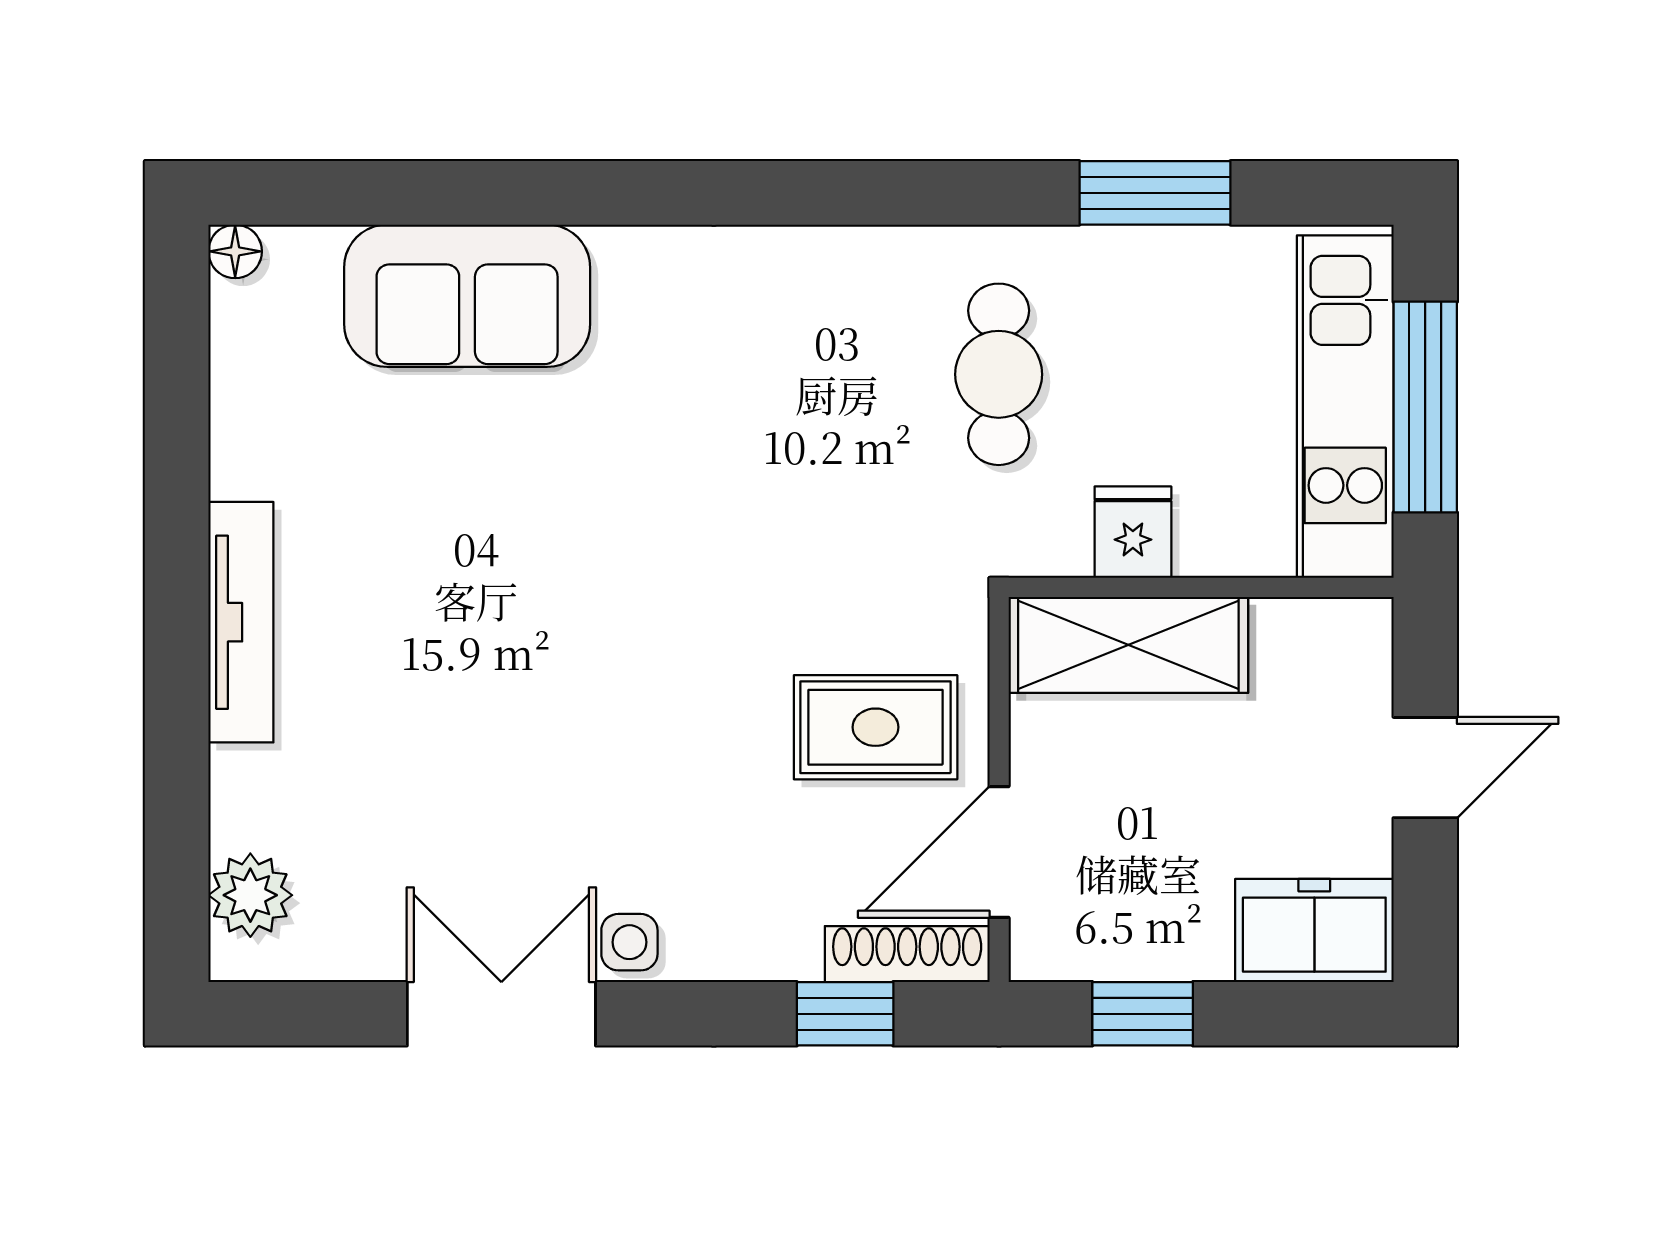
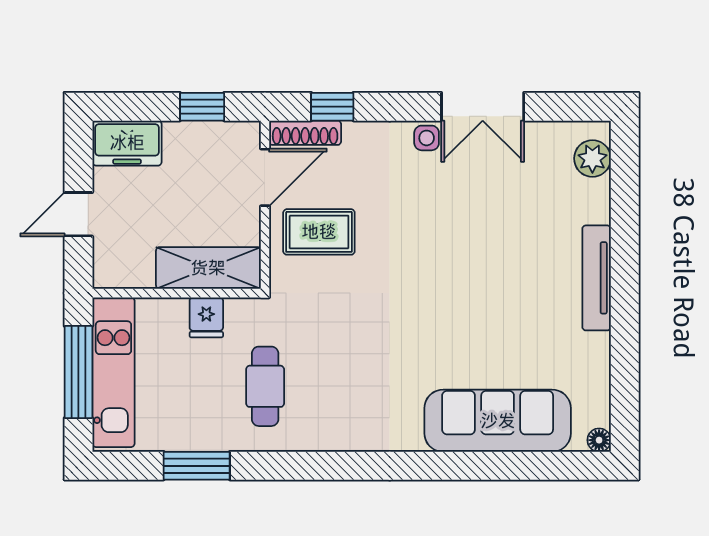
sofa: (467, 296) -> (498, 421), width x1.36

